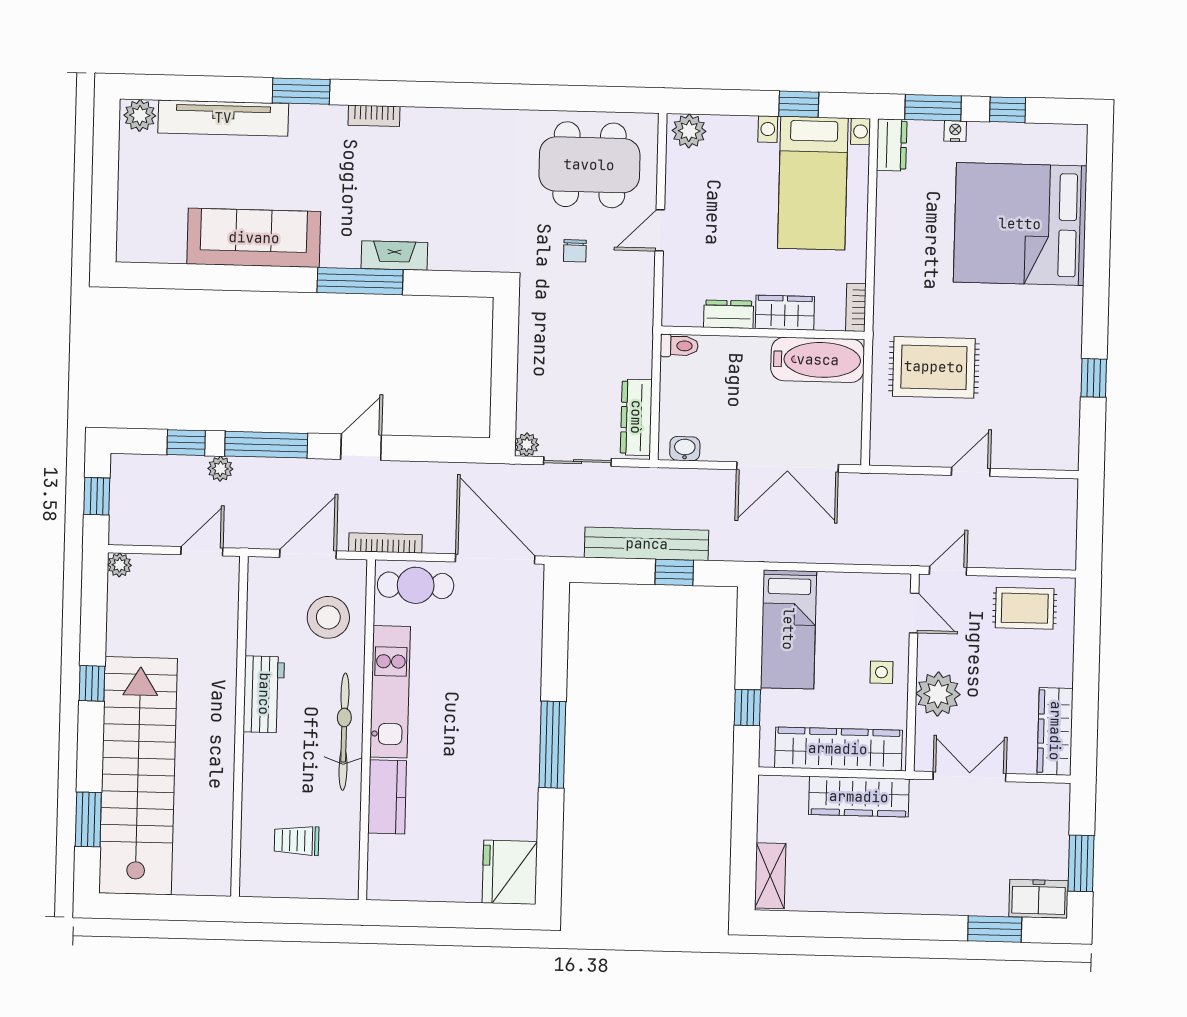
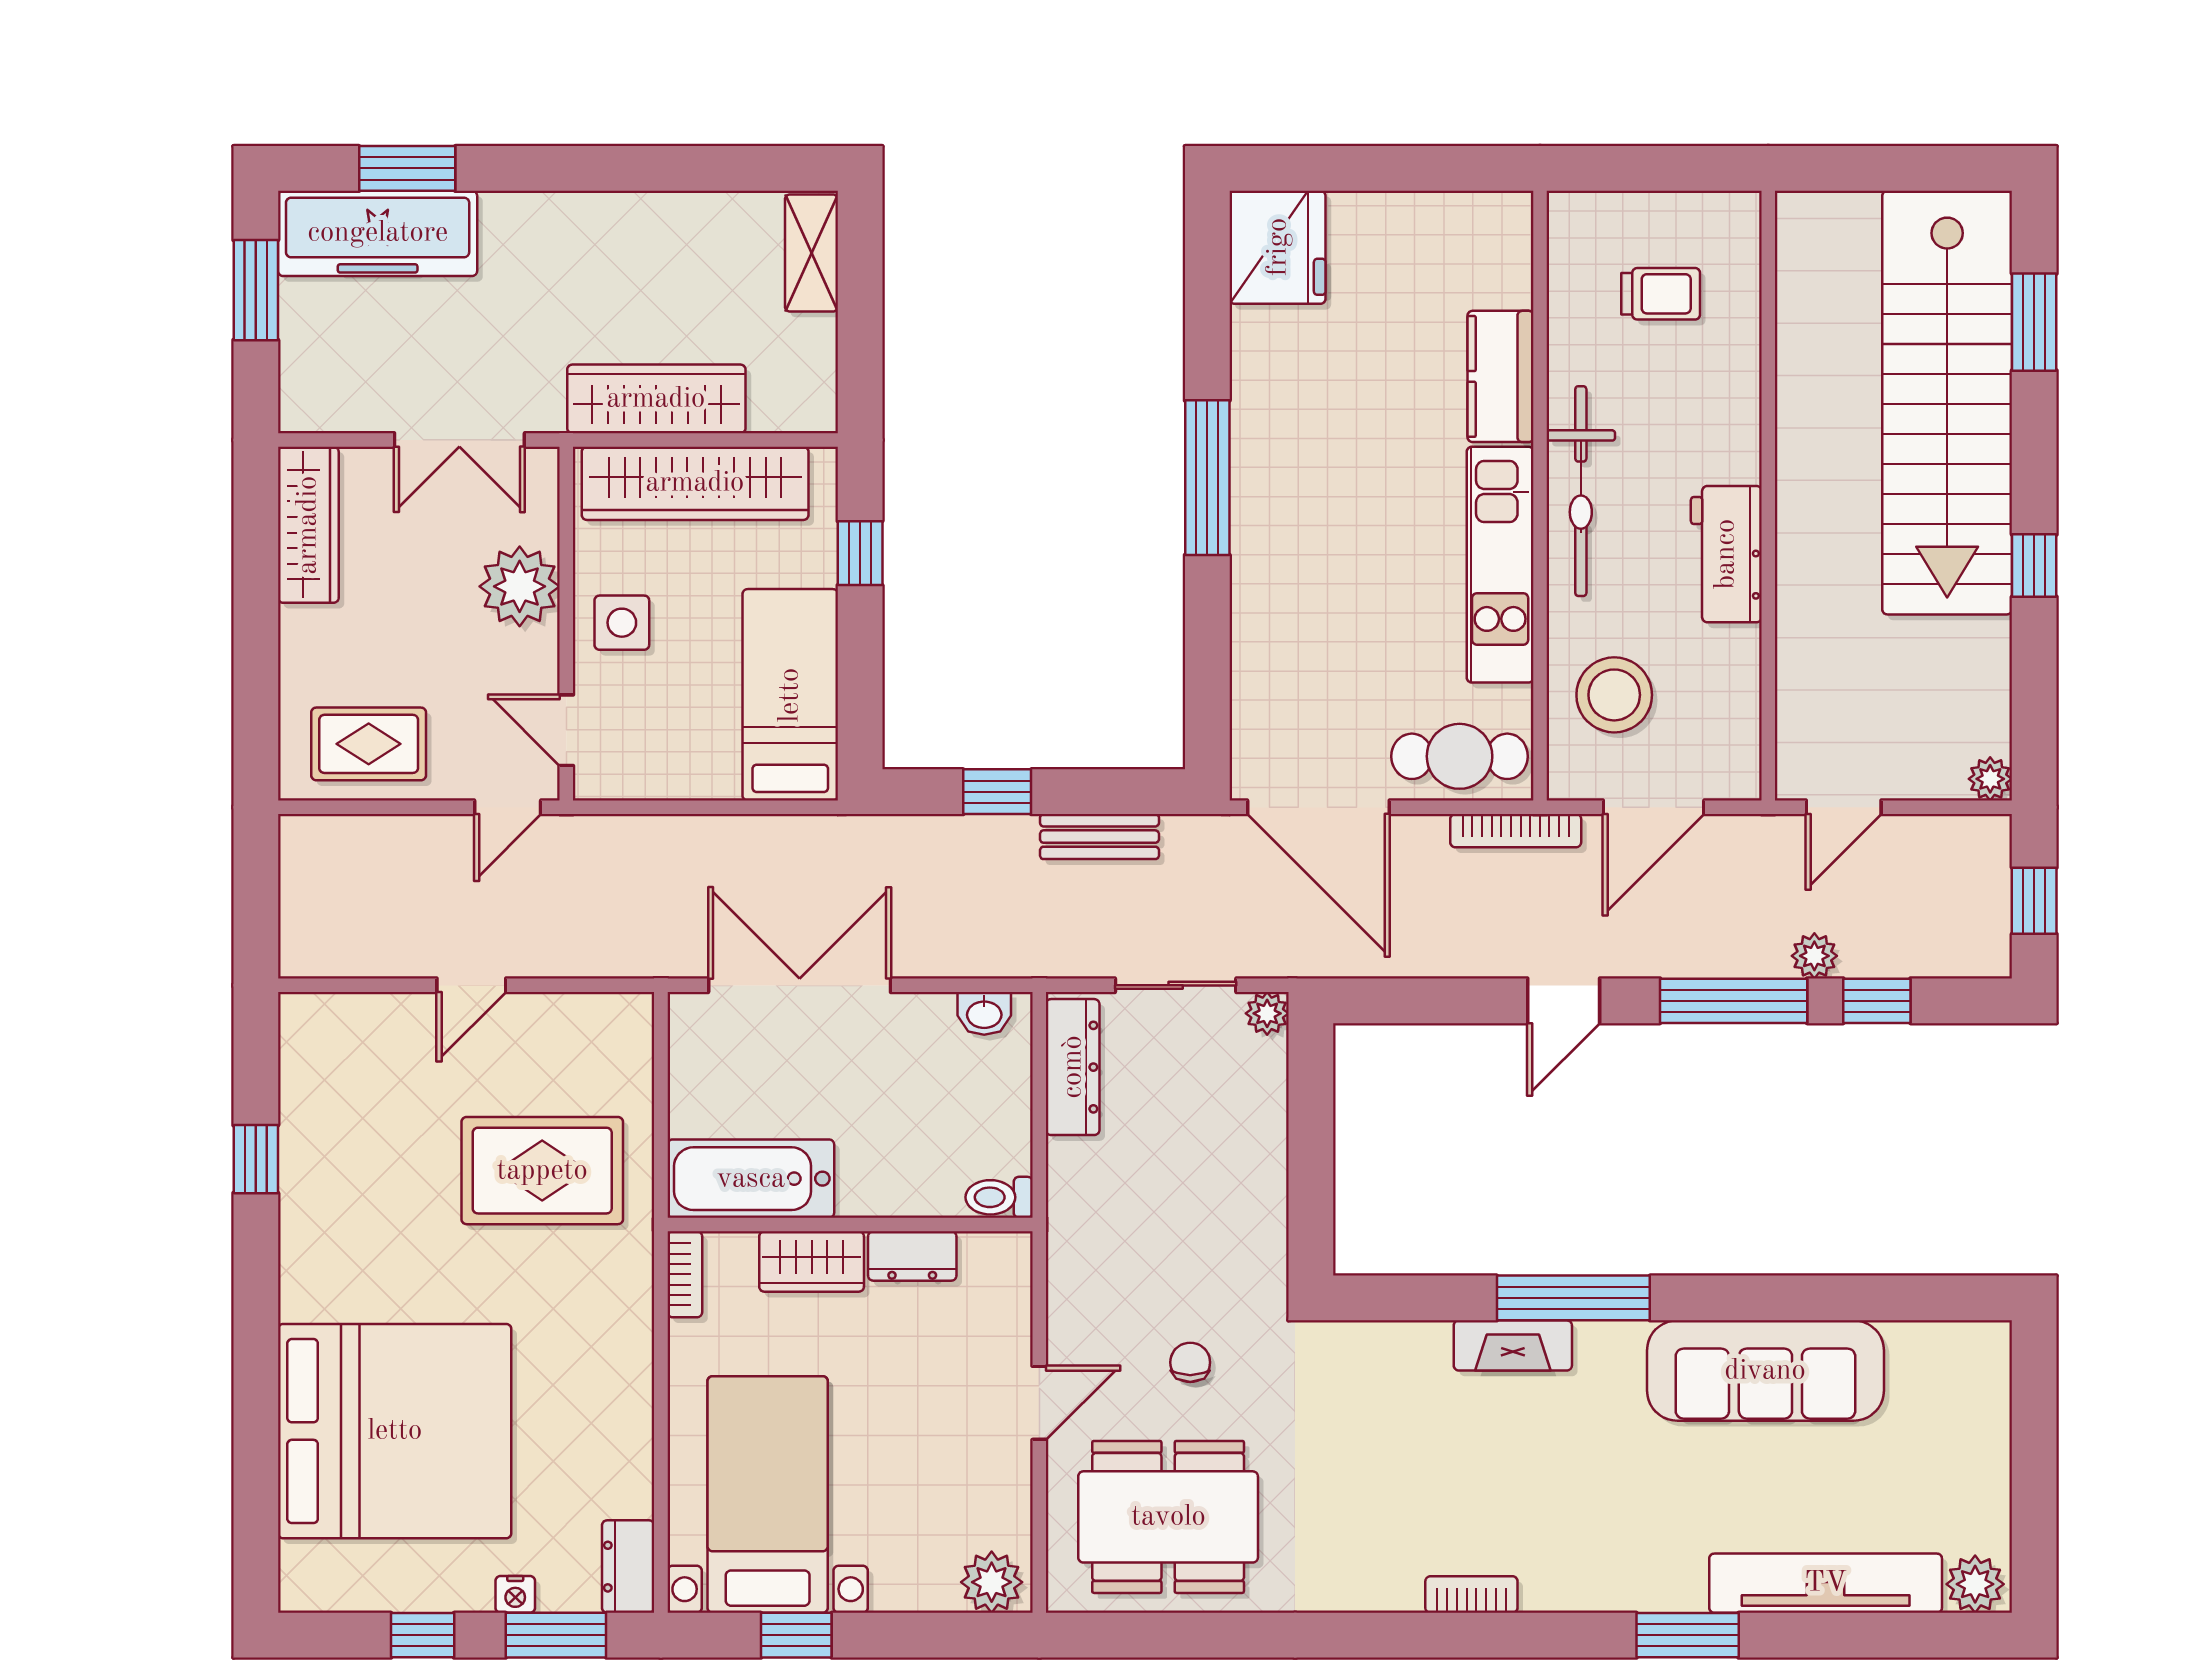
bookcase: (374, 116) -> (1471, 1595), moved
bench: (647, 544) -> (1099, 837), width x0.54, depth x0.82
side table: (881, 672) -> (622, 623), width x1.37, depth x1.37
freezer: (1039, 899) -> (378, 233), width x1.91, depth x1.26

